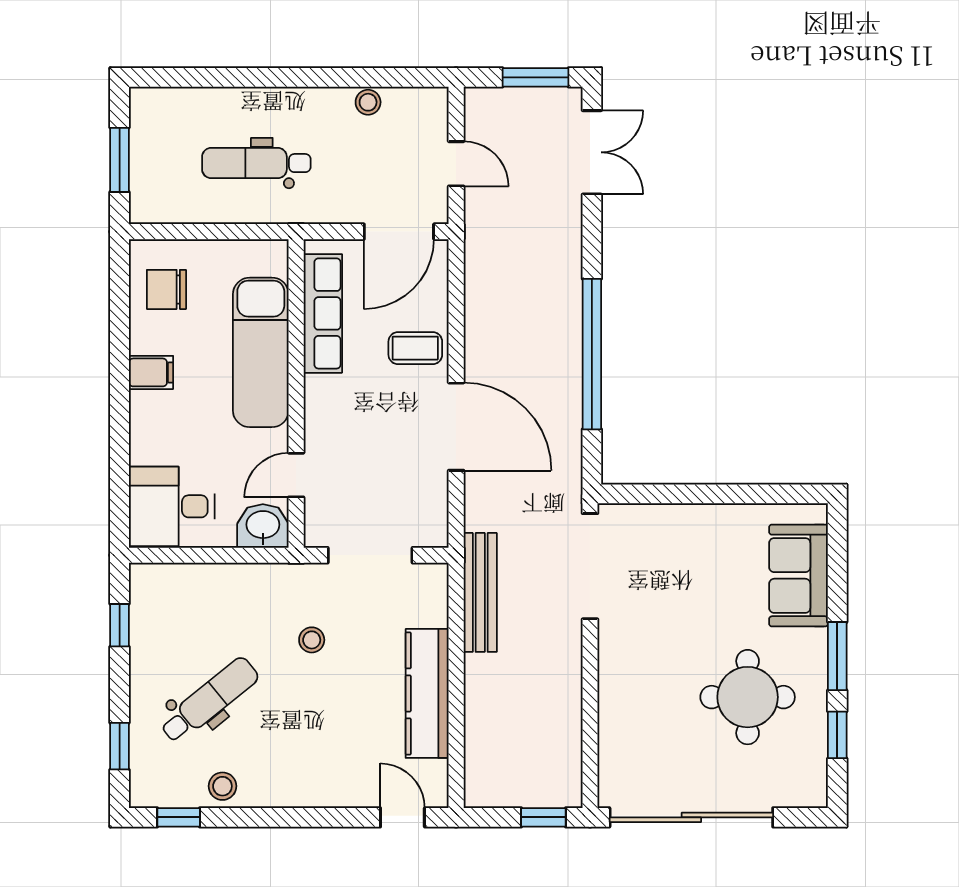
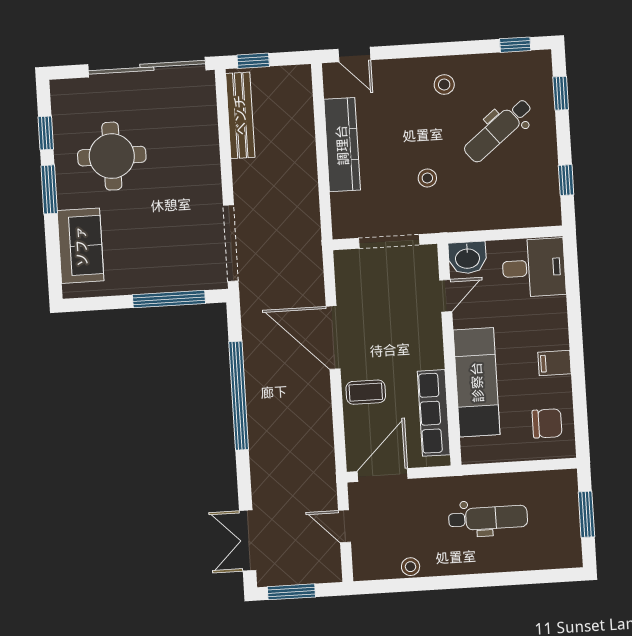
window: (681, 494) -> (169, 299), added
bench: (480, 592) -> (240, 115), moved
stool: (222, 786) -> (444, 85), moved

